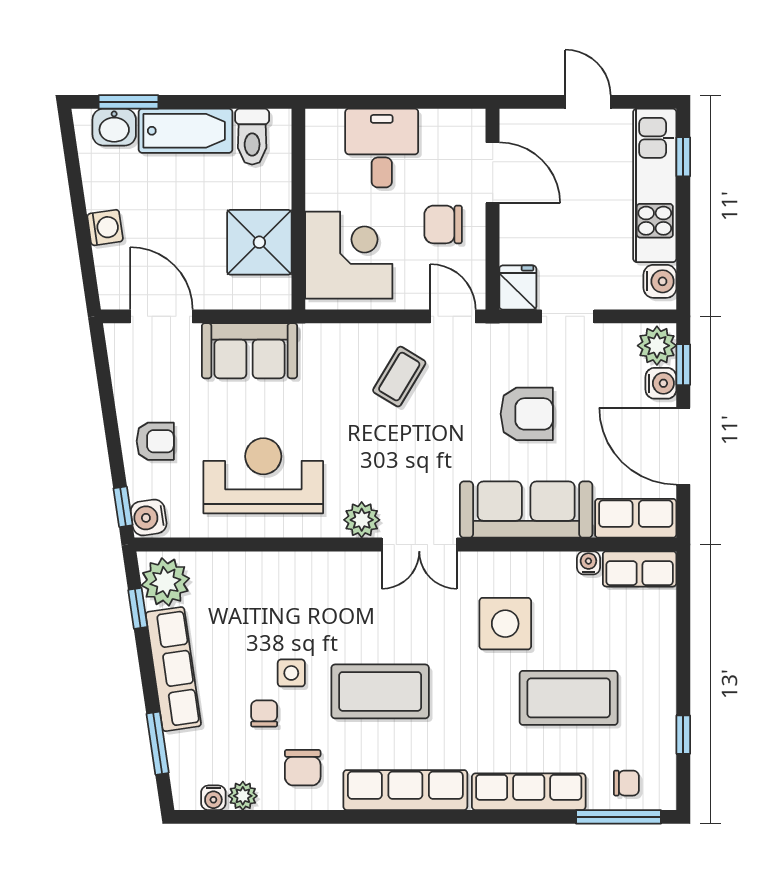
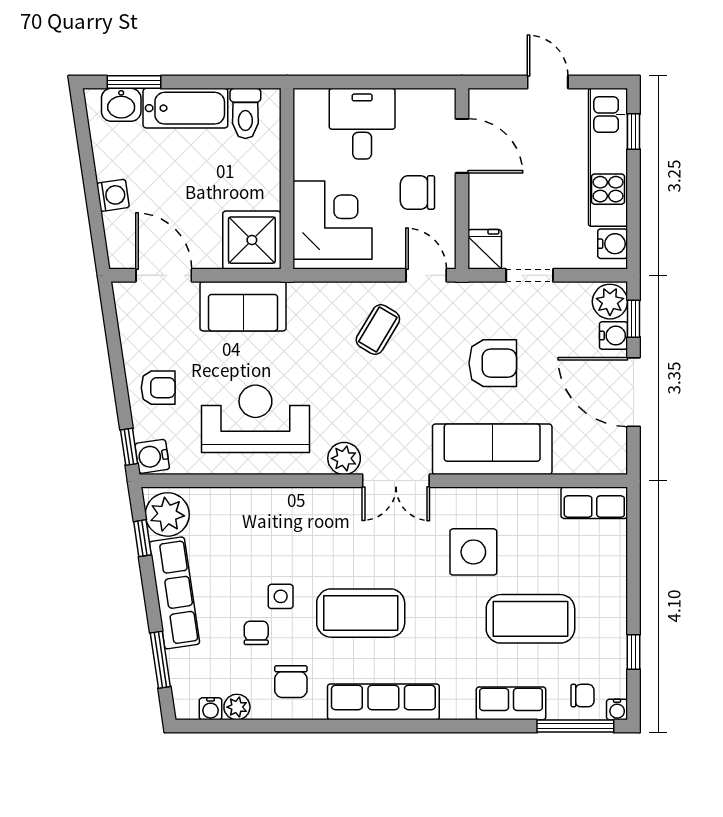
shower: (259, 242) -> (252, 240), moved
row of seats: (636, 518) -> (591, 457), removed
water cooler: (588, 563) -> (617, 709), moved, turned 180
row of seats: (529, 792) -> (511, 703), width x0.68

